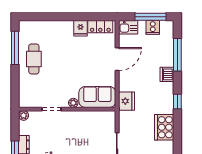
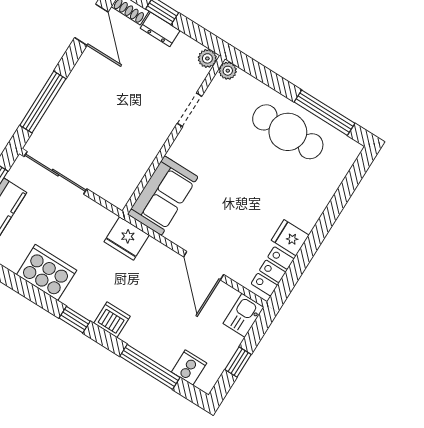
window: (151, 17) -> (238, 362), width x0.46
cooker: (153, 27) -> (189, 367), moved, turned 90
cafe table: (34, 59) -> (288, 132), width x1.37, depth x1.35
dishwasher: (167, 74) -> (112, 320), moved
plant: (73, 103) -> (228, 71), moved

